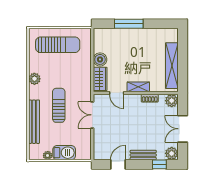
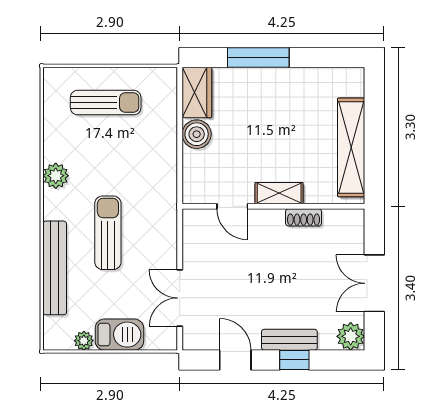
sun lounger: (58, 45) -> (106, 103), width x0.73, depth x0.75
wardrobe: (100, 79) -> (197, 92), moved
plant: (172, 101) -> (351, 223), removed
double door: (92, 115) -> (180, 298), moved
door: (118, 164) -> (235, 360), hinge flipped
window: (159, 164) -> (294, 360), moved

